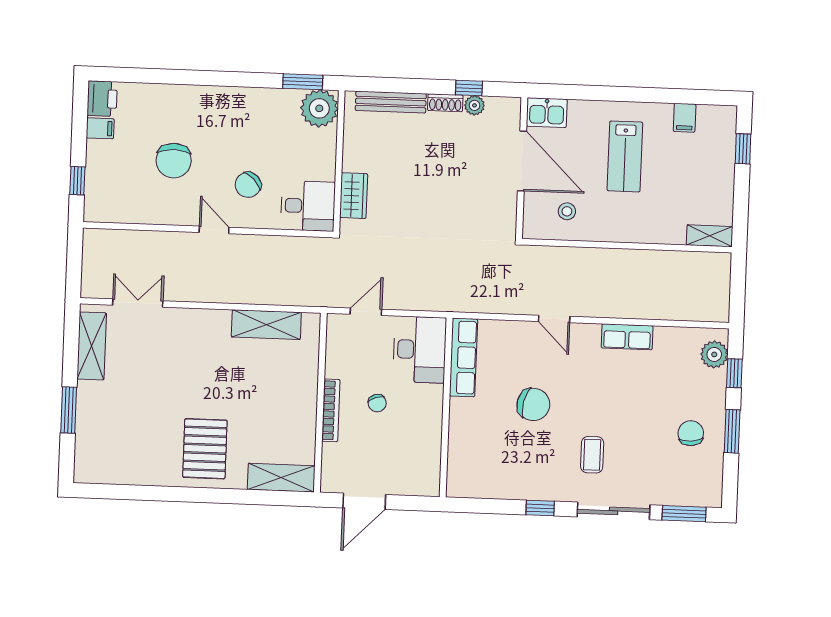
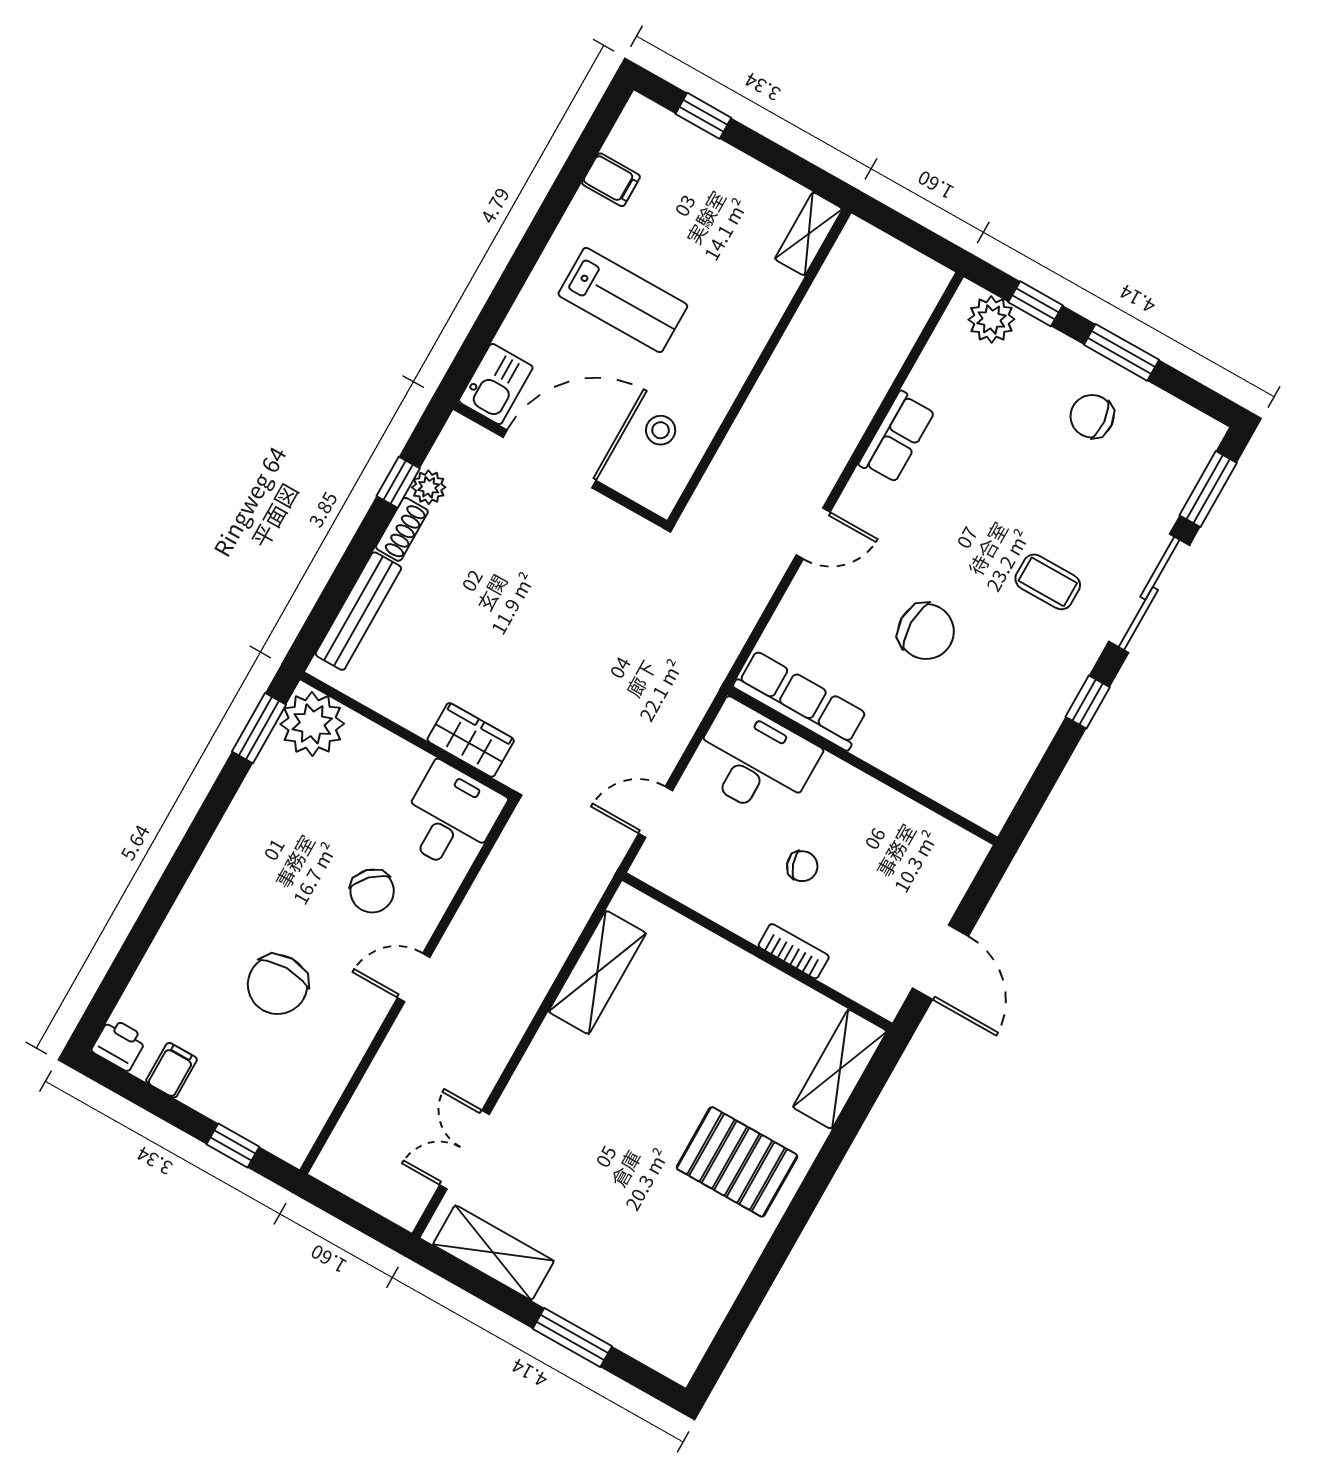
printer: (102, 99) -> (119, 1044), width x0.73, depth x0.81
chair: (174, 161) -> (278, 985), turned 90
door: (366, 312) -> (656, 812), hinge flipped
chair: (533, 404) -> (926, 631), turned 77
bookcase: (331, 410) -> (794, 951), width x0.64

